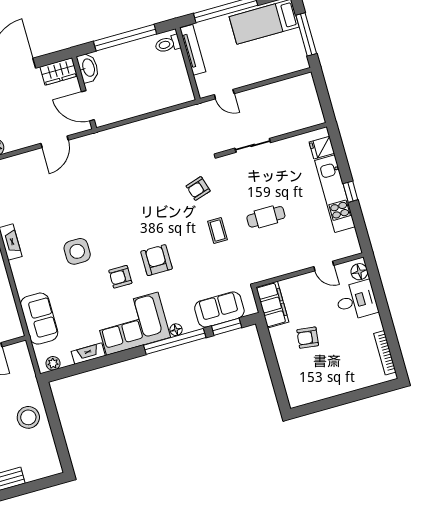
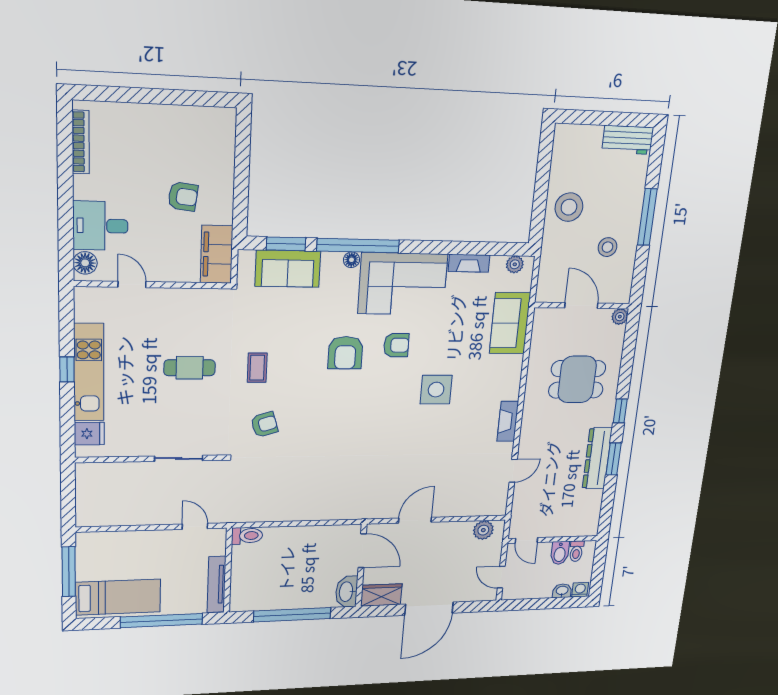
toilet: (168, 44) -> (247, 536), moved

